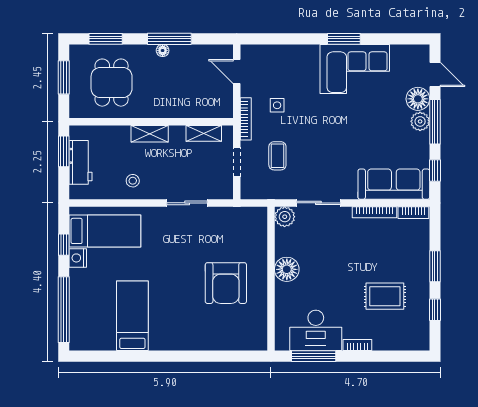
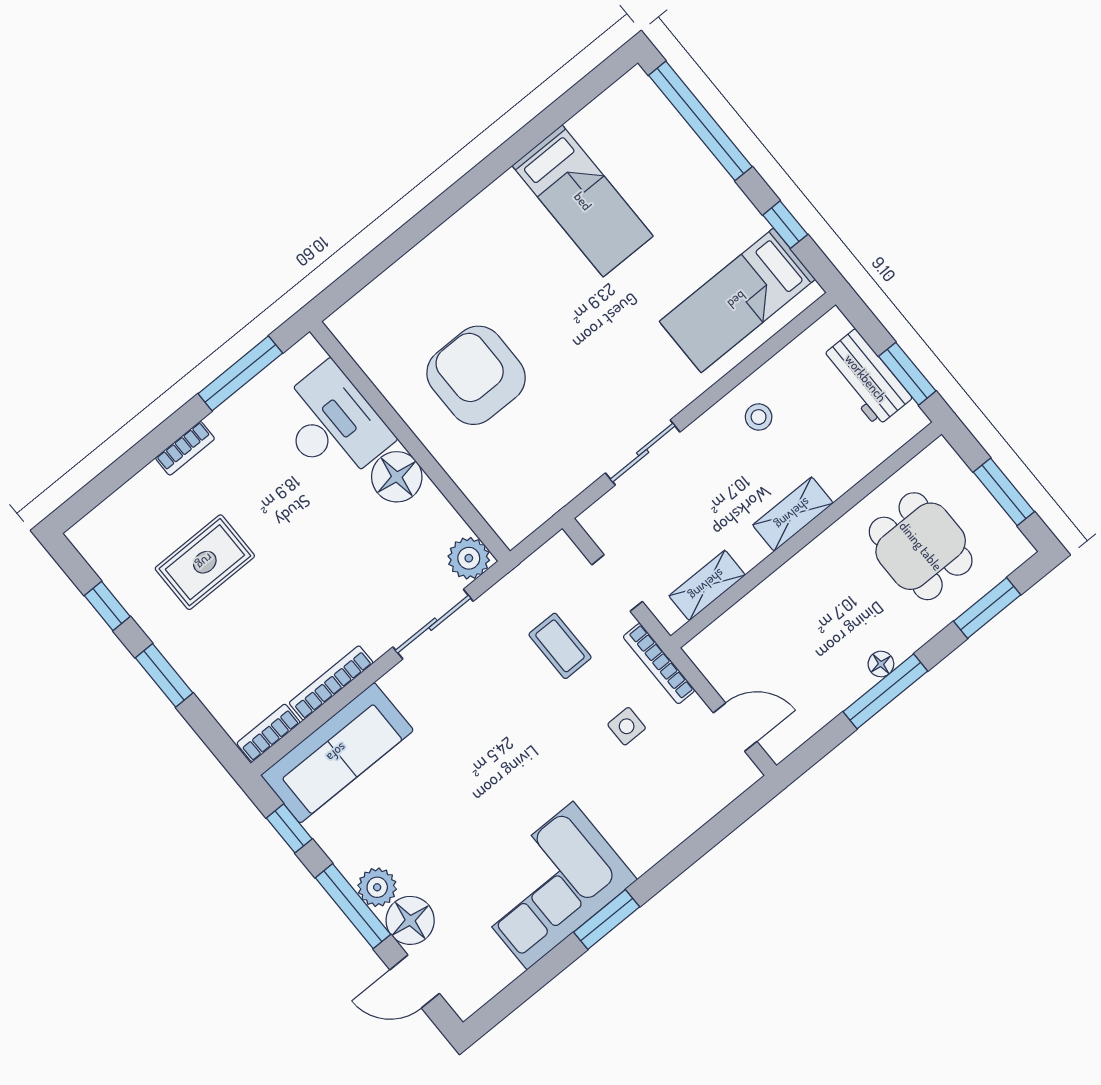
nightstand: (78, 258) -> (745, 222), removed
desk: (316, 330) -> (332, 424), moved, turned 90

